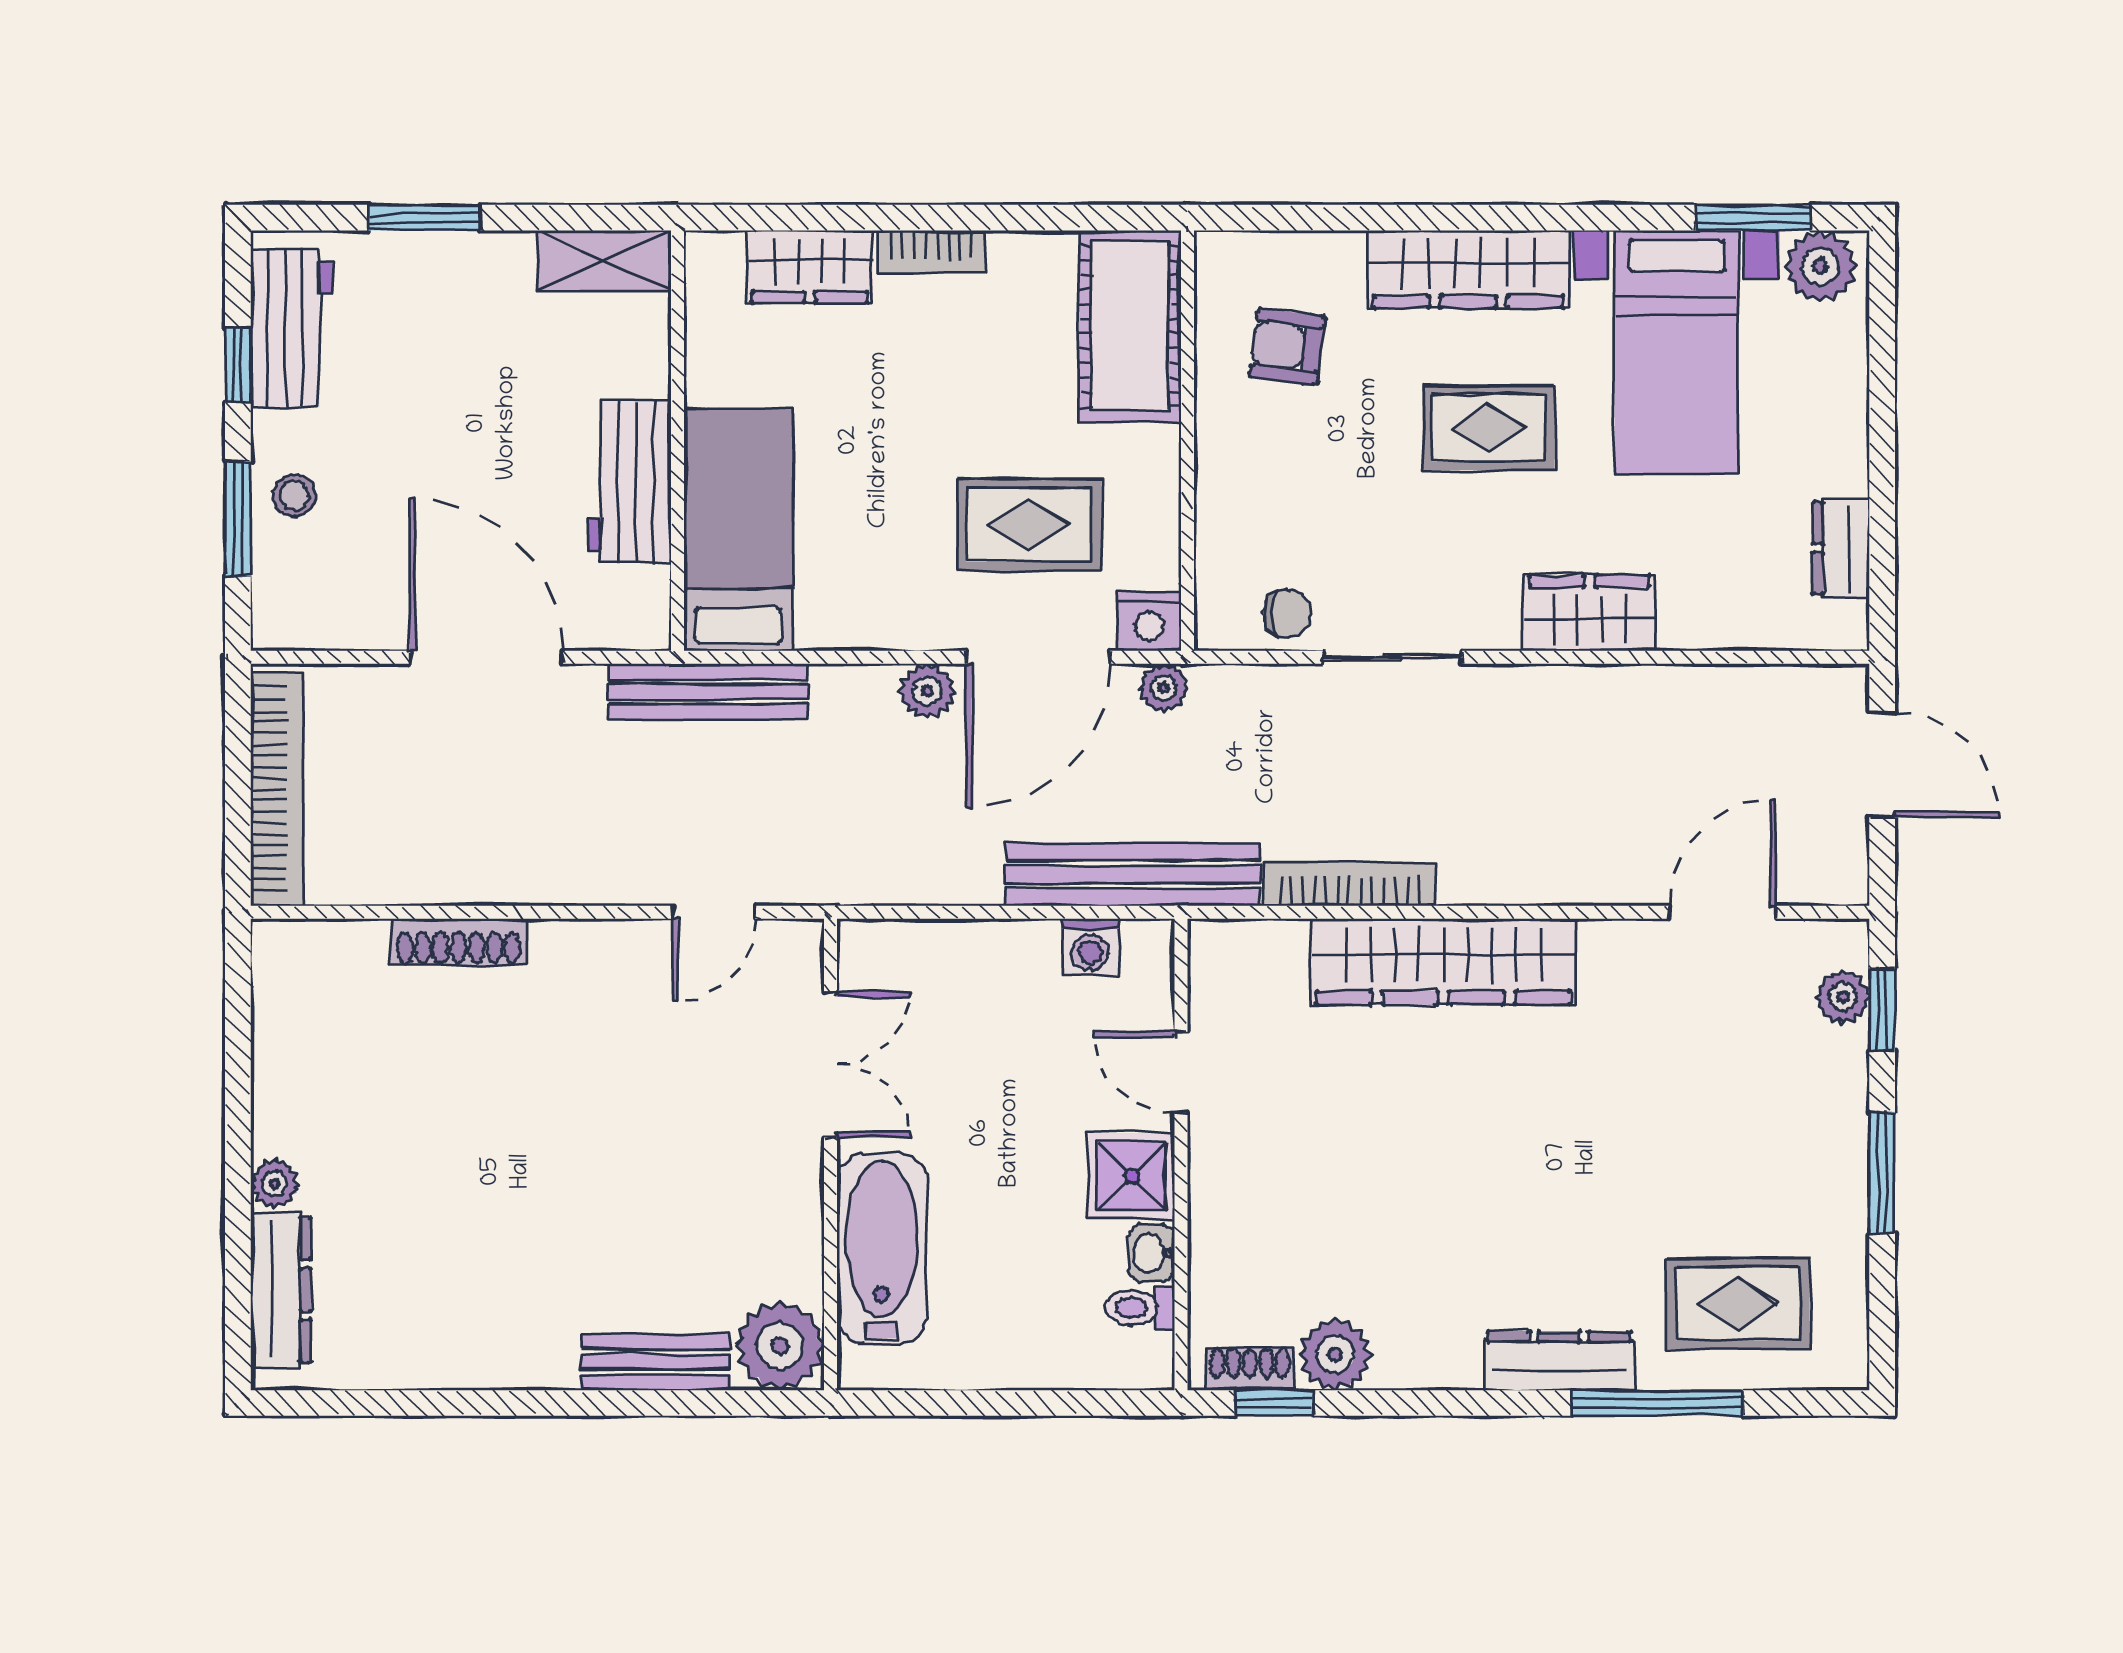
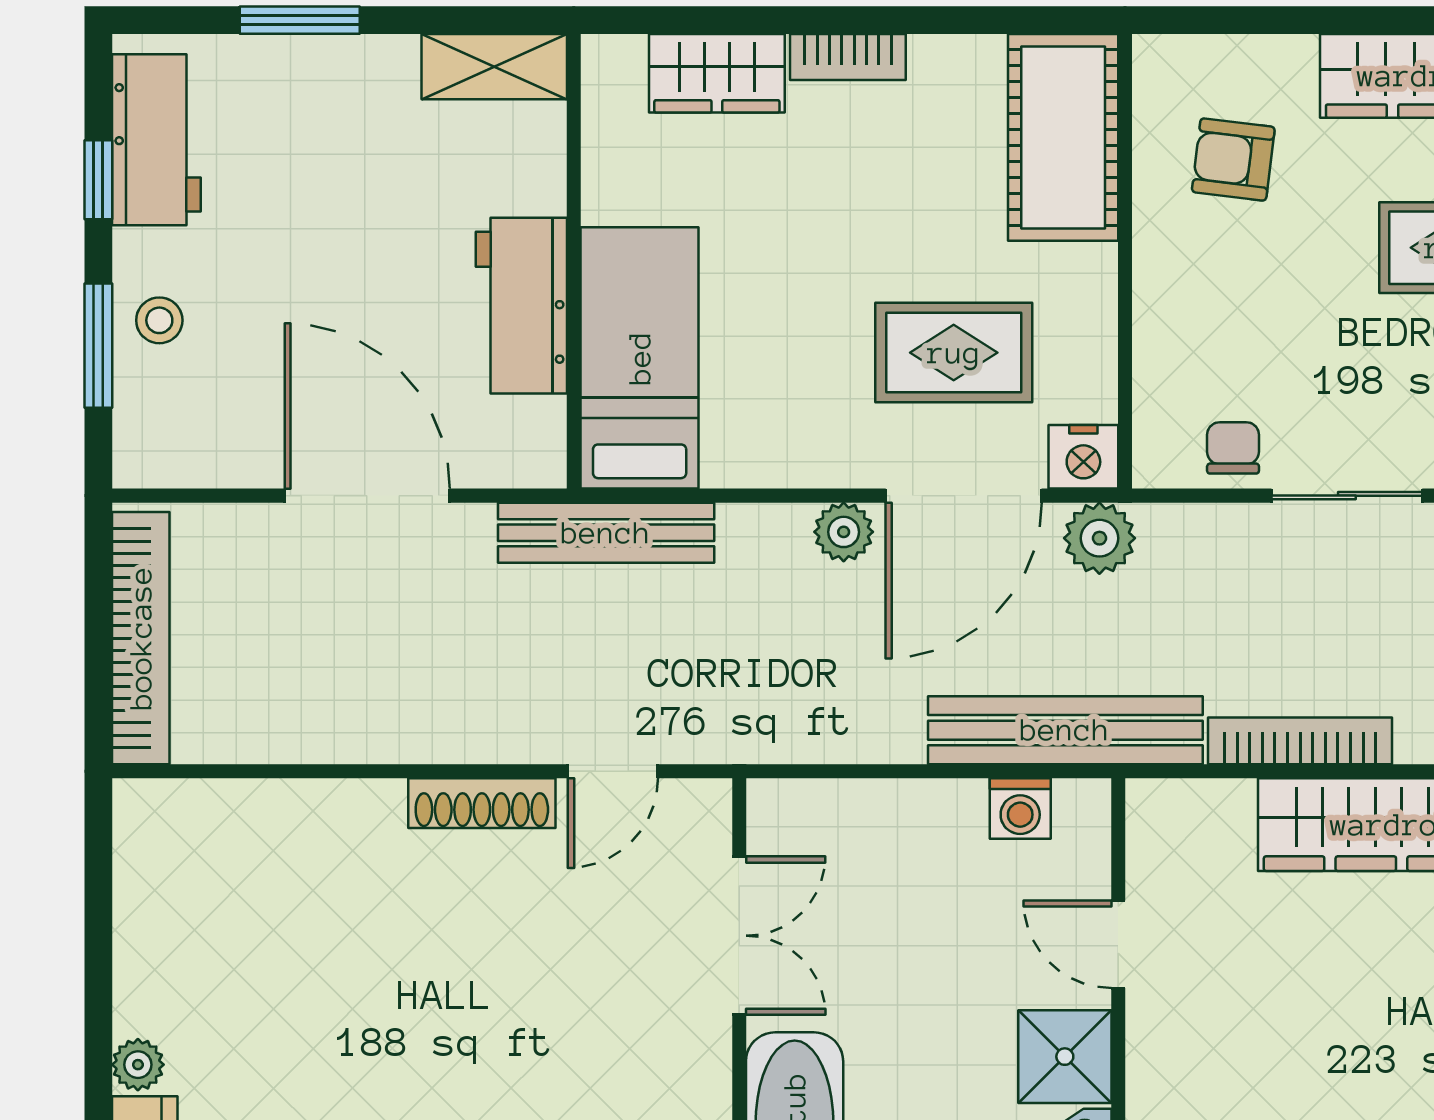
chair: (1287, 613) -> (1233, 448), turned -90
plant: (1164, 688) -> (1099, 538), width x1.38, depth x1.38
shoe rack: (459, 942) -> (482, 803), moved

